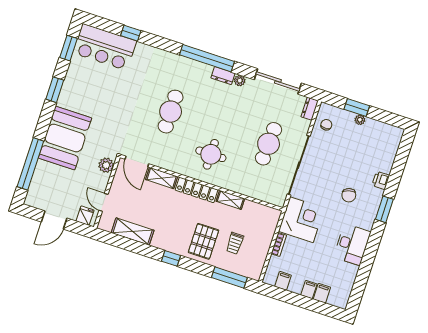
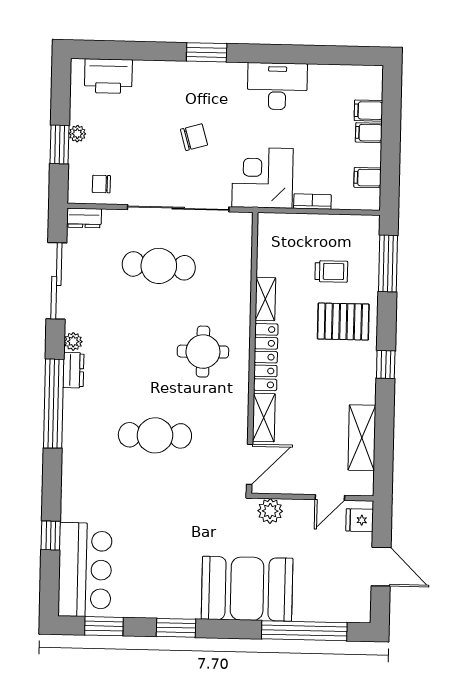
printer: (381, 180) -> (108, 76), moved, width x1.87, depth x1.48
chair: (349, 195) -> (194, 137), moved

